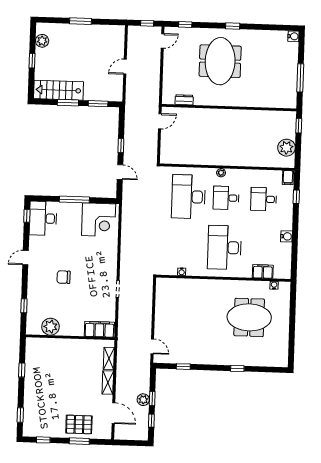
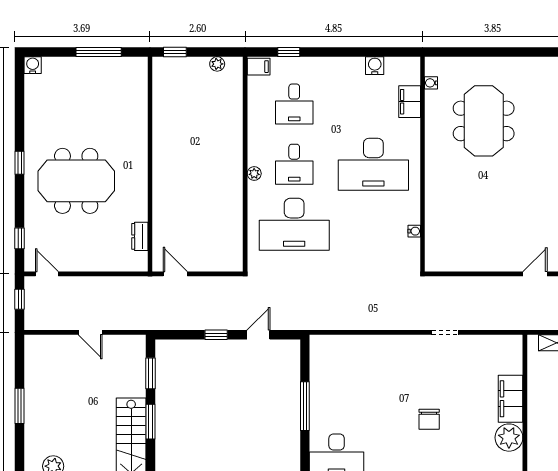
plant: (286, 148) -> (217, 64), width x0.53, depth x0.53
corner desk: (99, 220) -> (336, 366), removed
water cooler: (287, 236) -> (375, 66), moved
filing cabinet: (99, 329) -> (511, 399), moved

